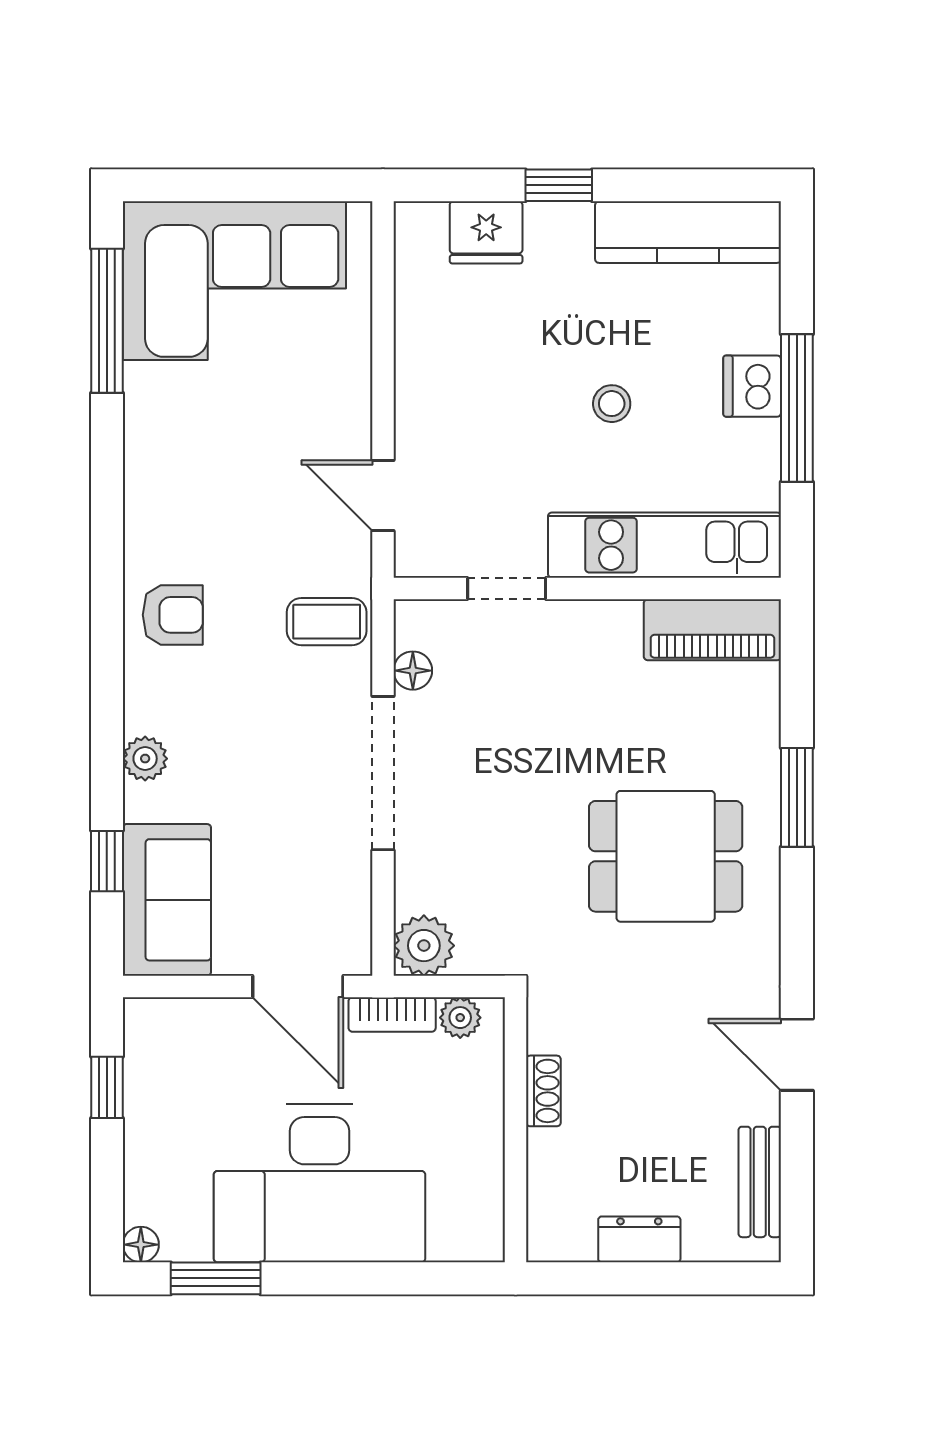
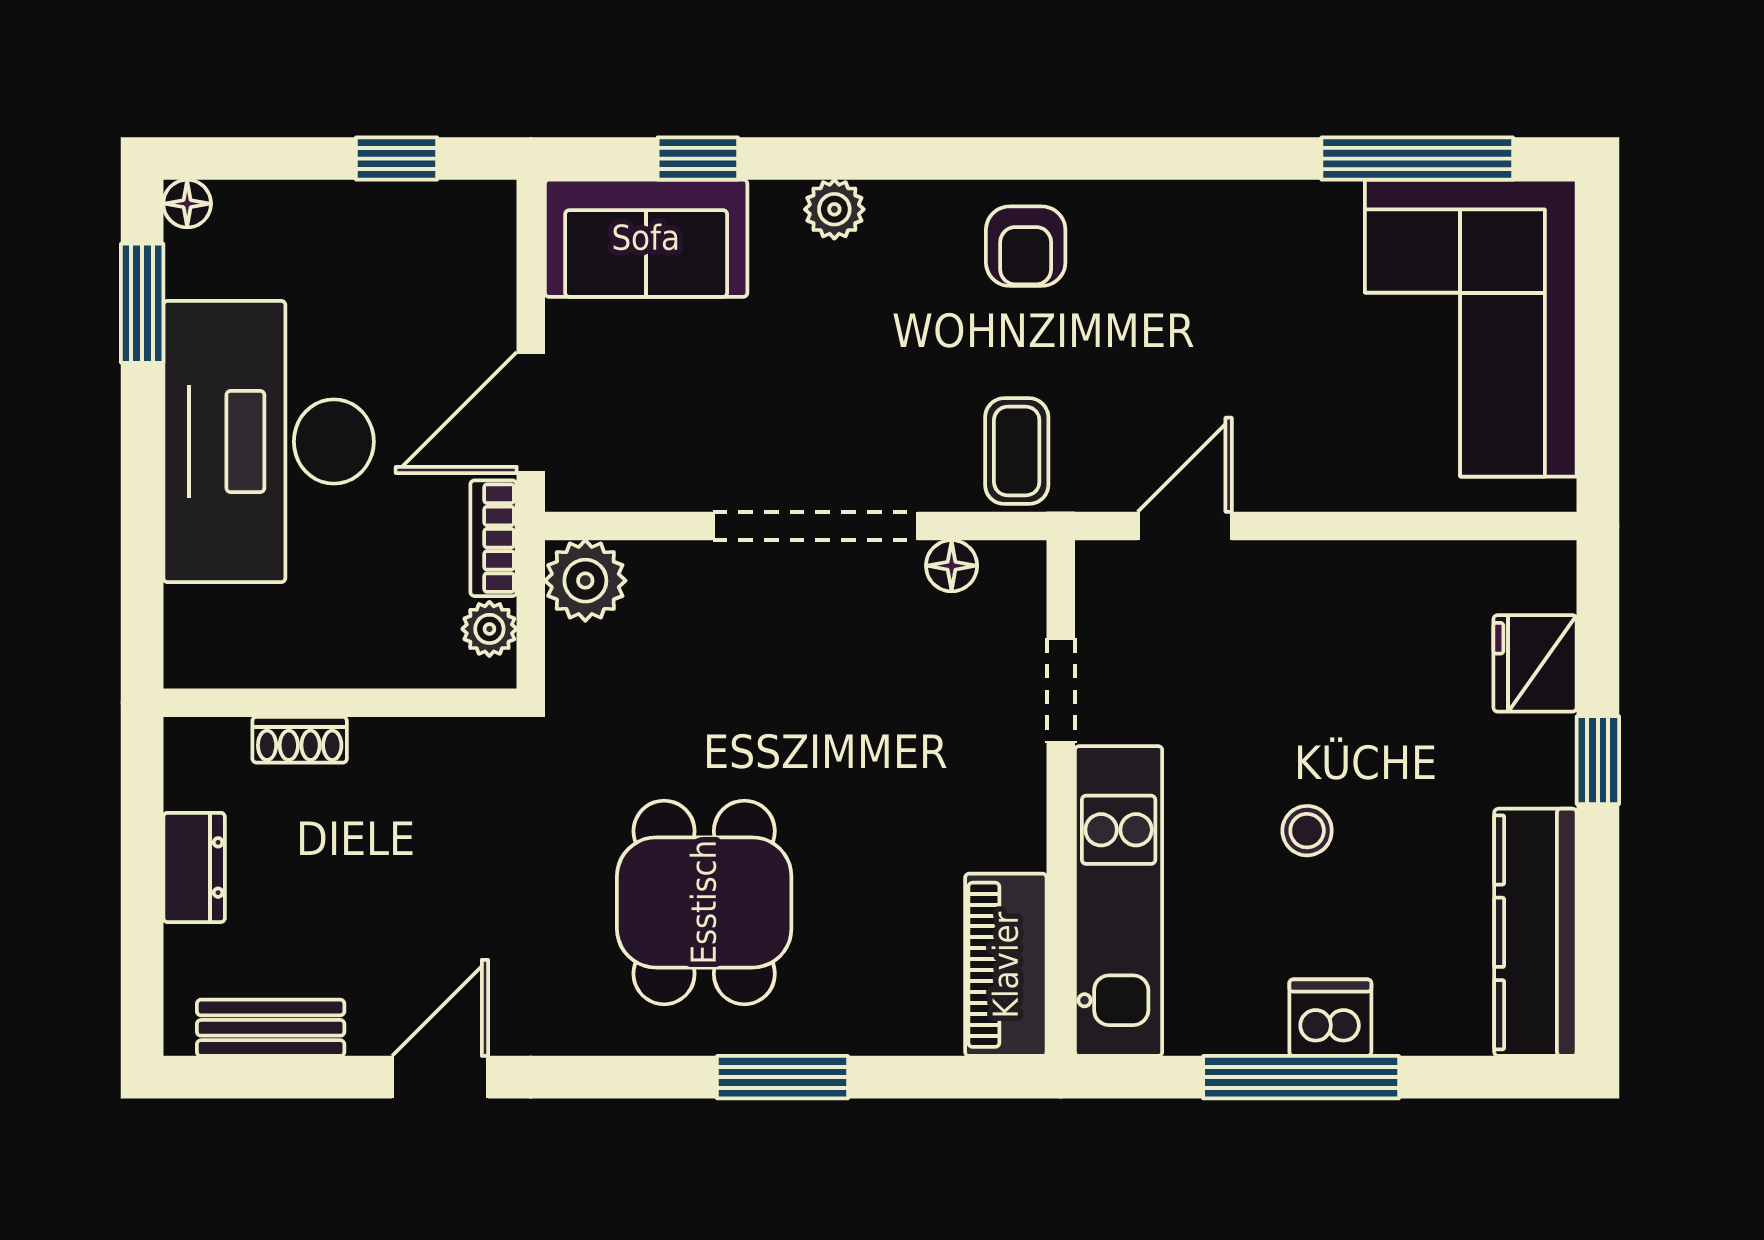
shoe rack: (543, 1091) -> (300, 740), moved

